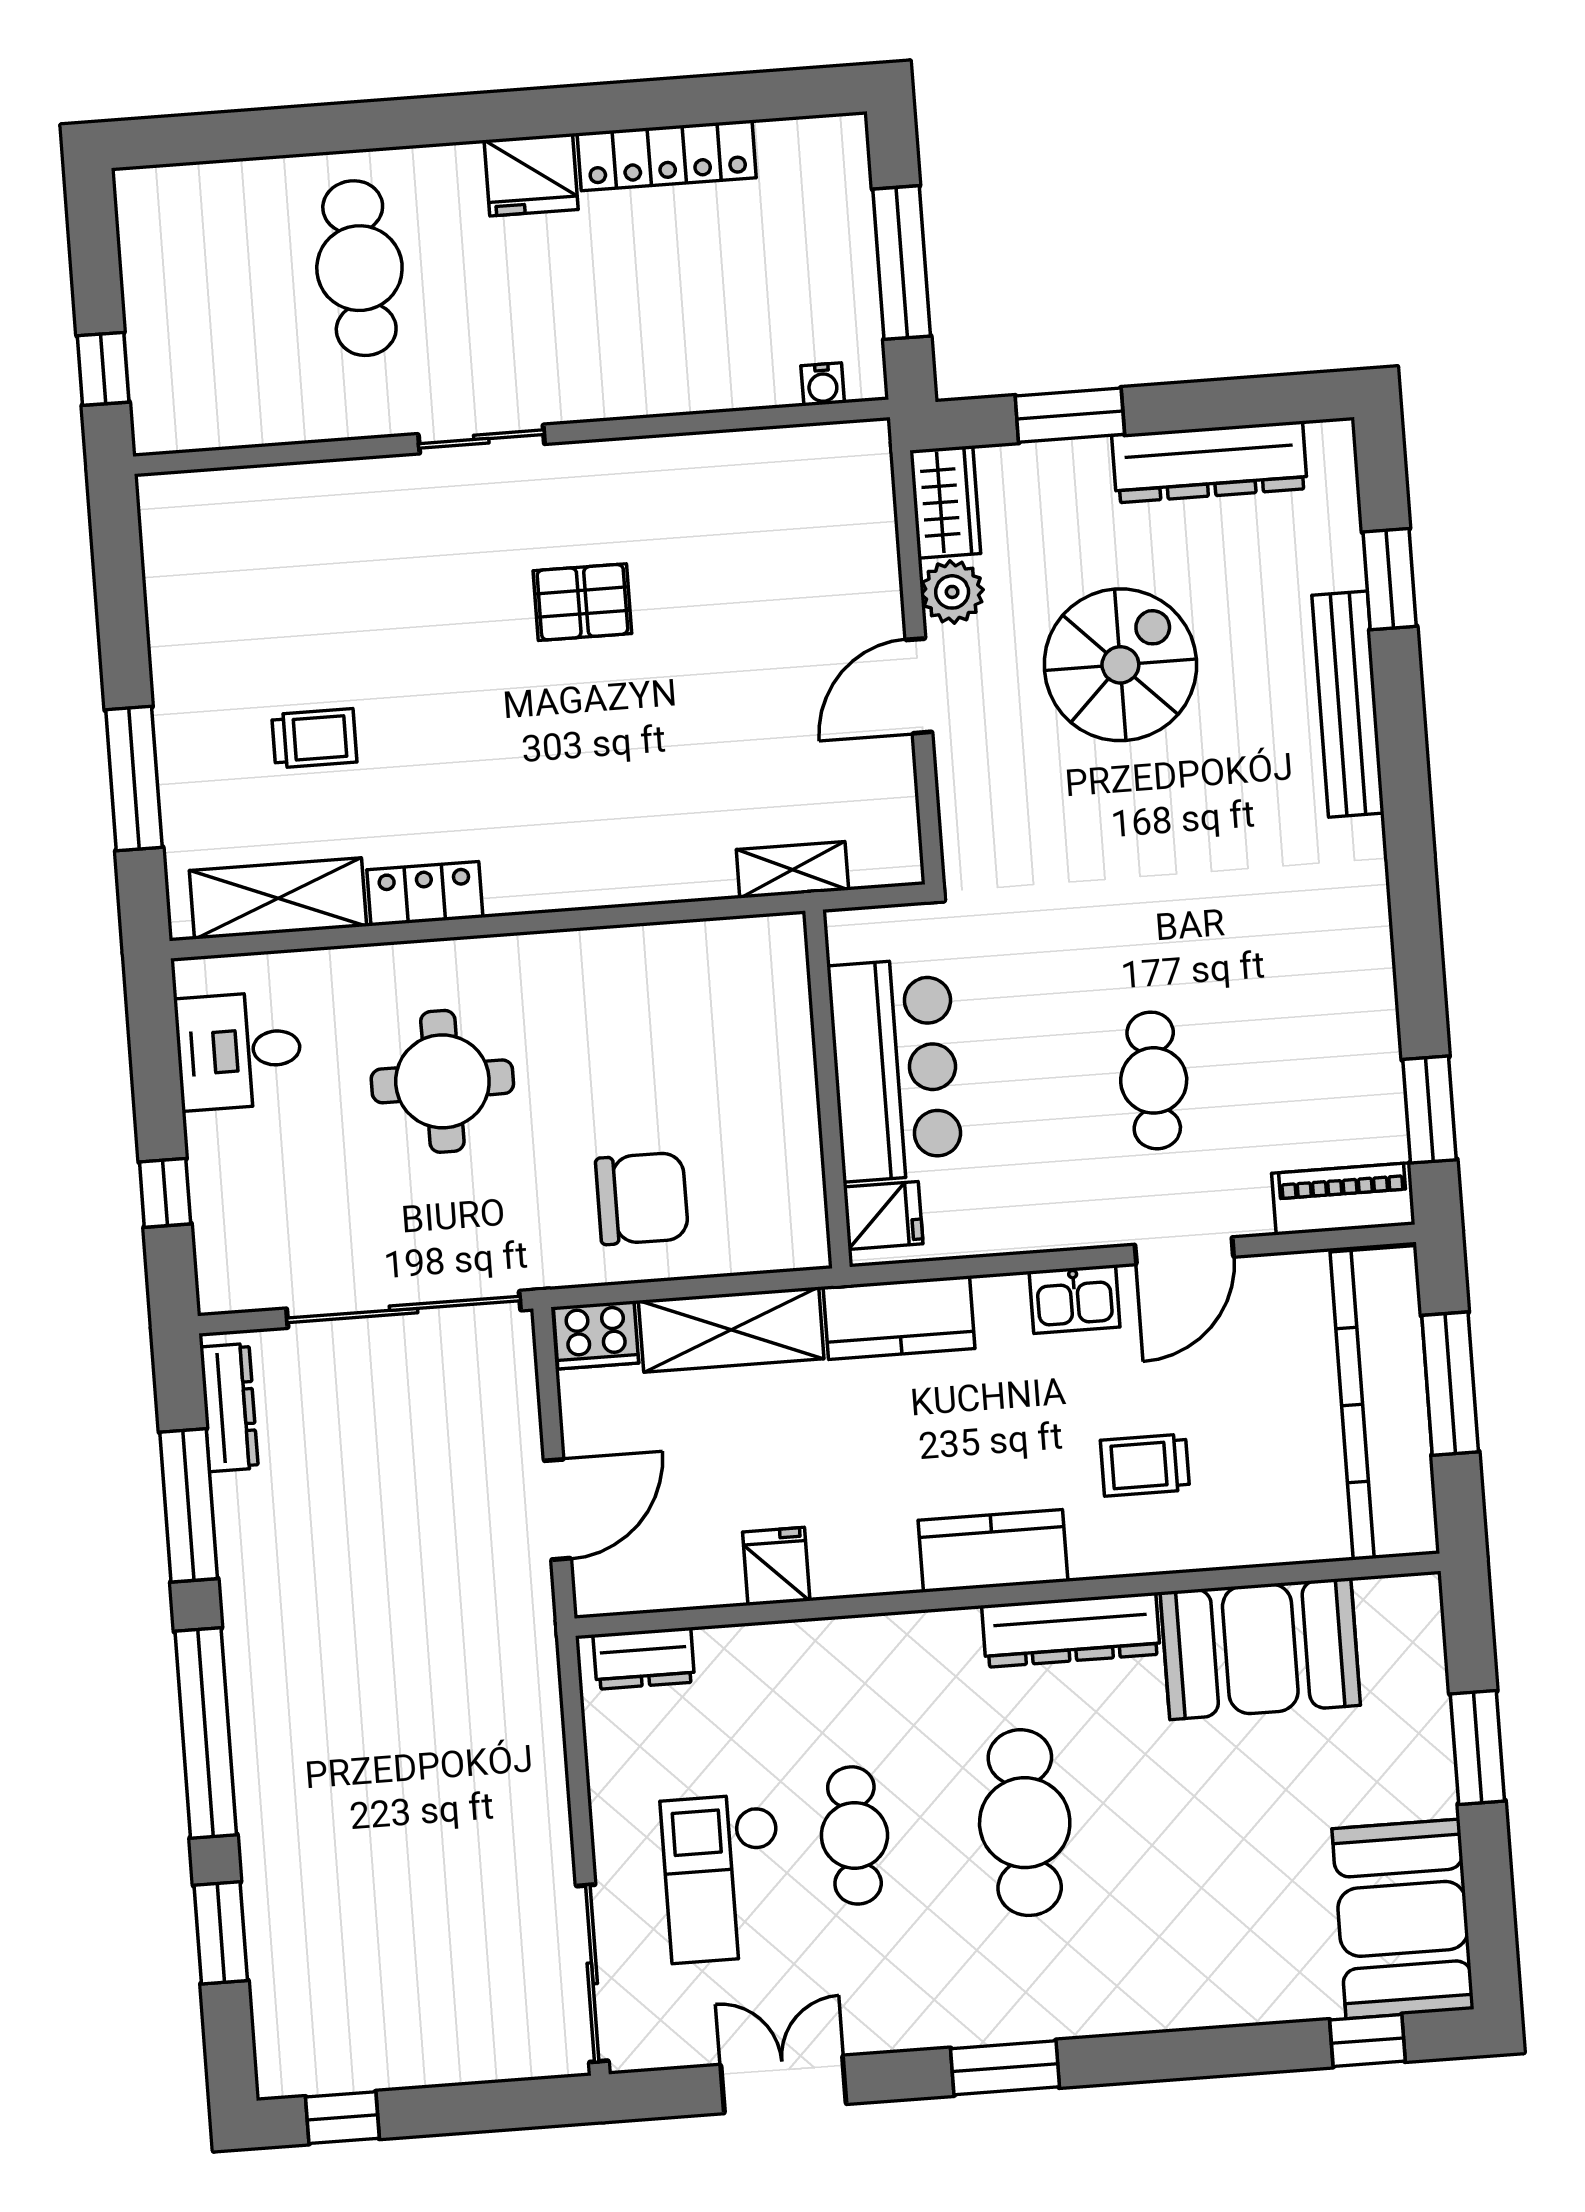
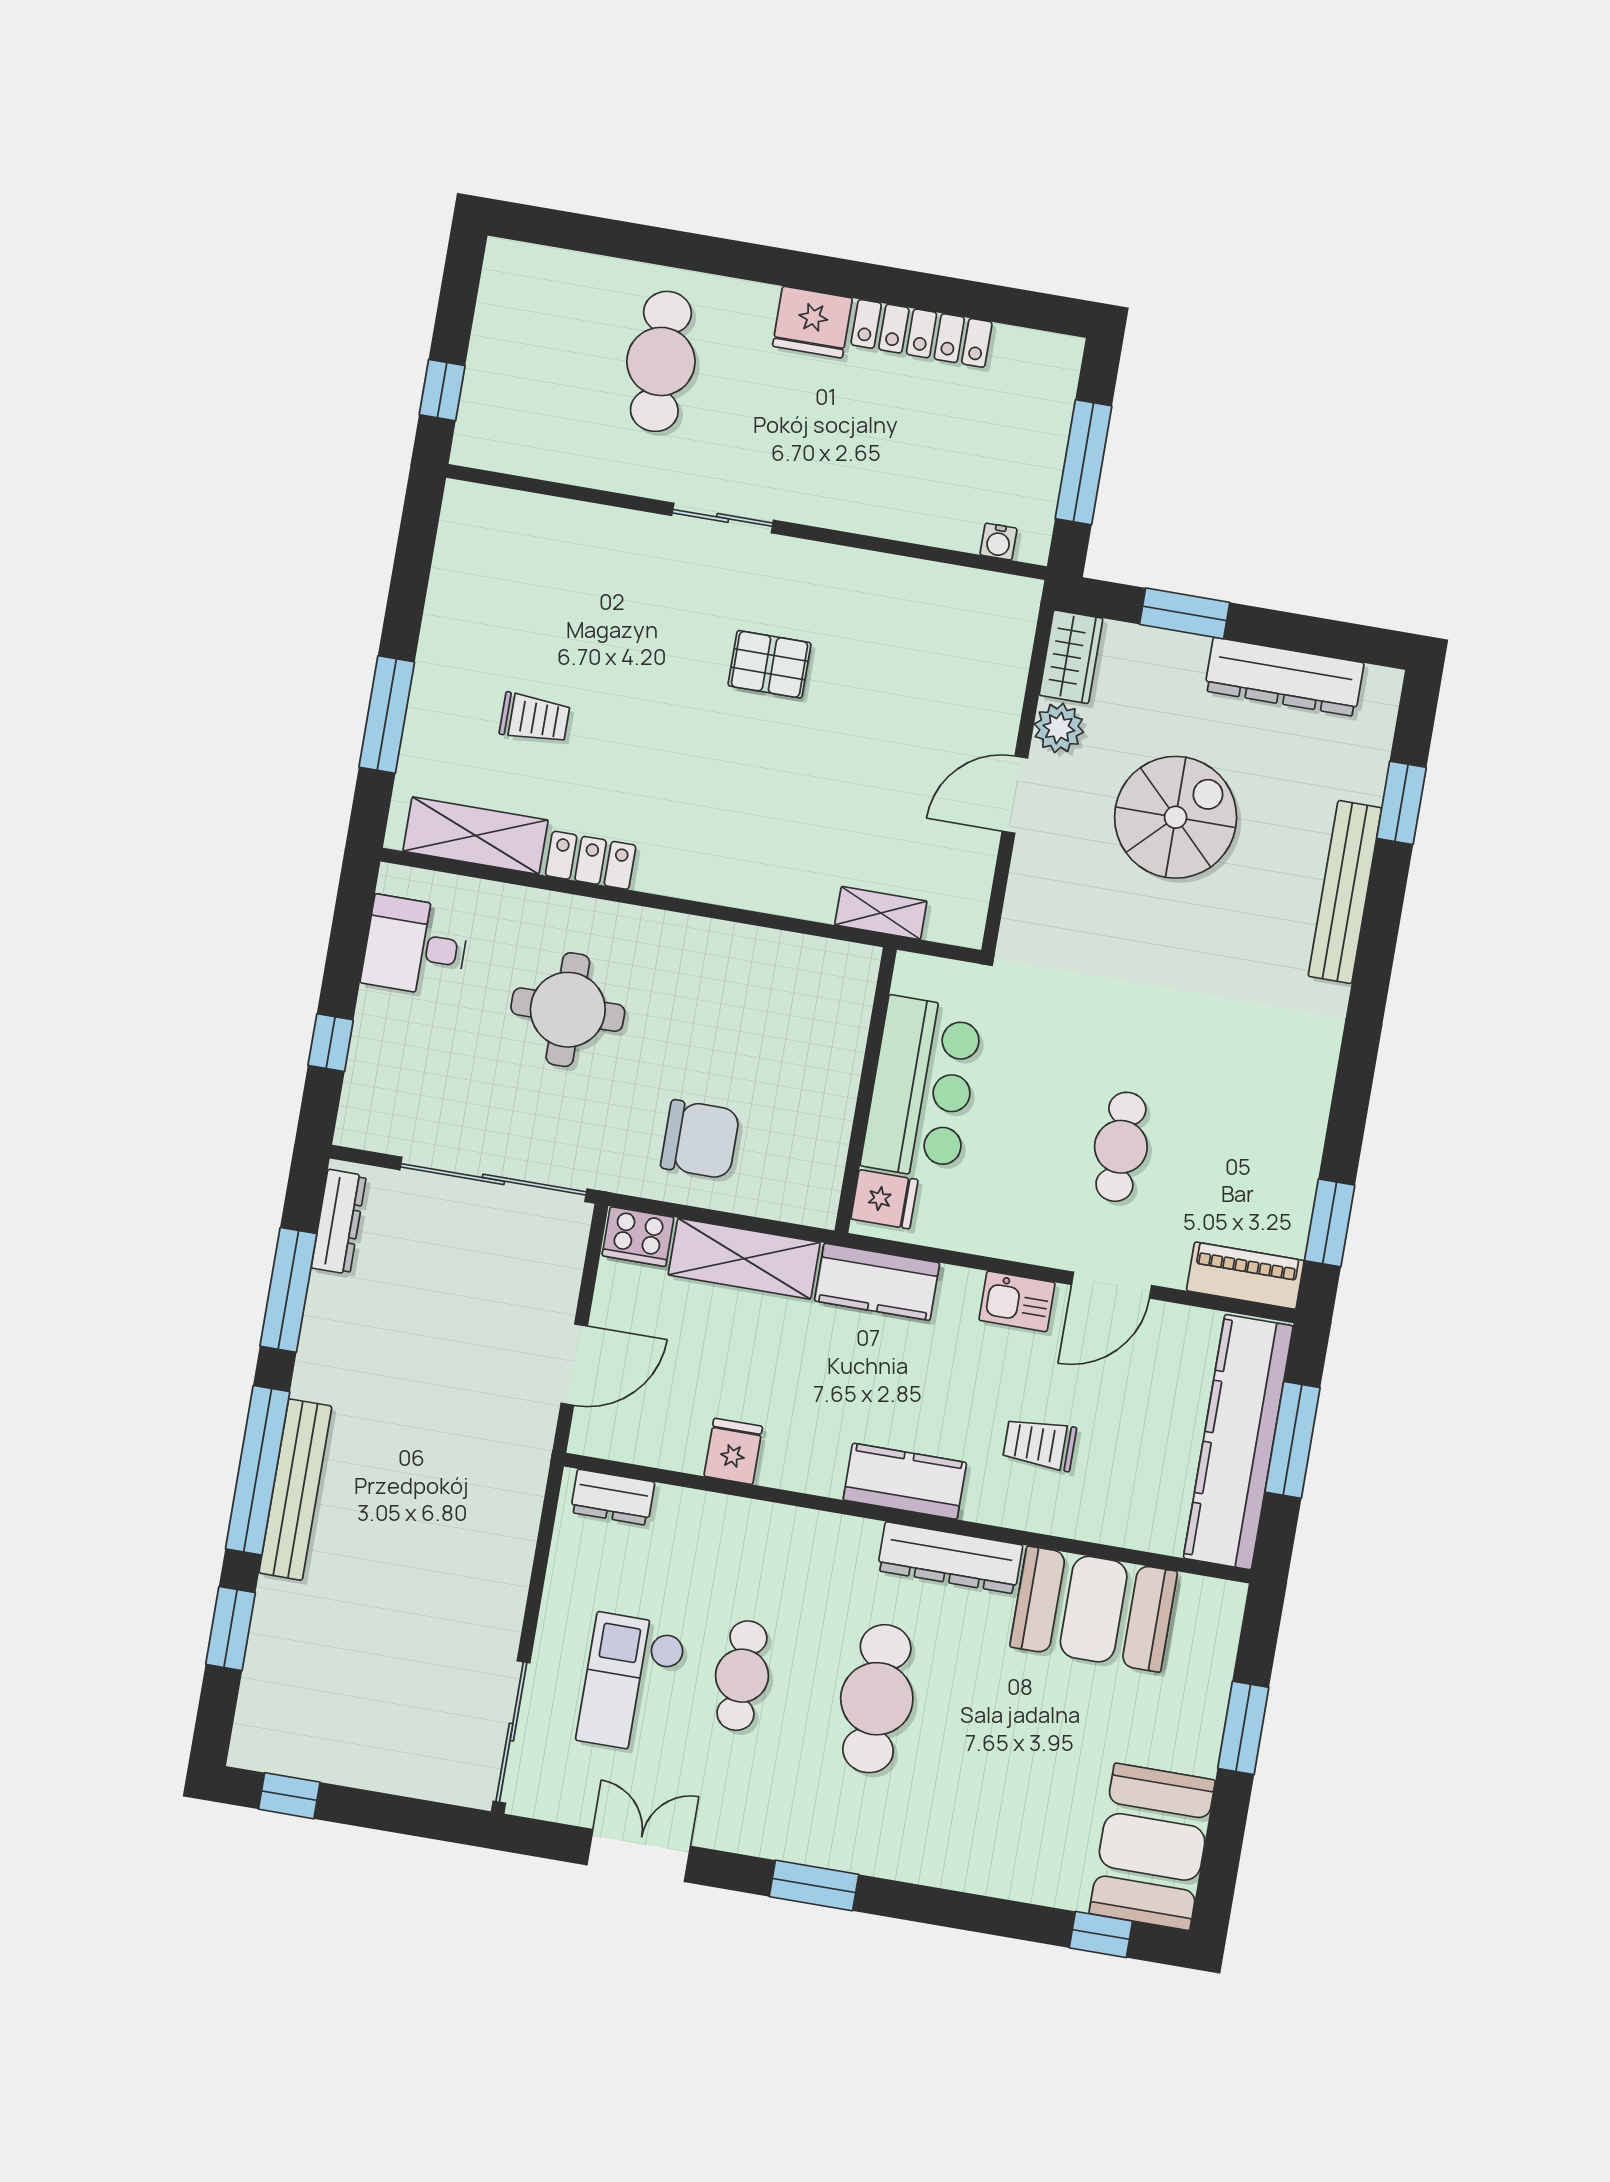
bench: (257, 1745) -> (295, 1490), added

